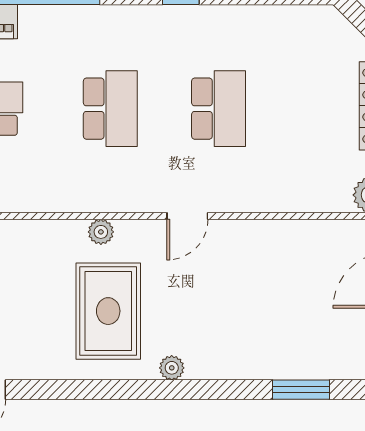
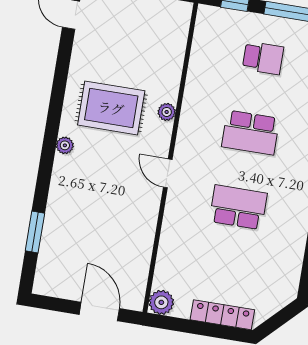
school desk: (219, 109) -> (238, 207), turned 180

